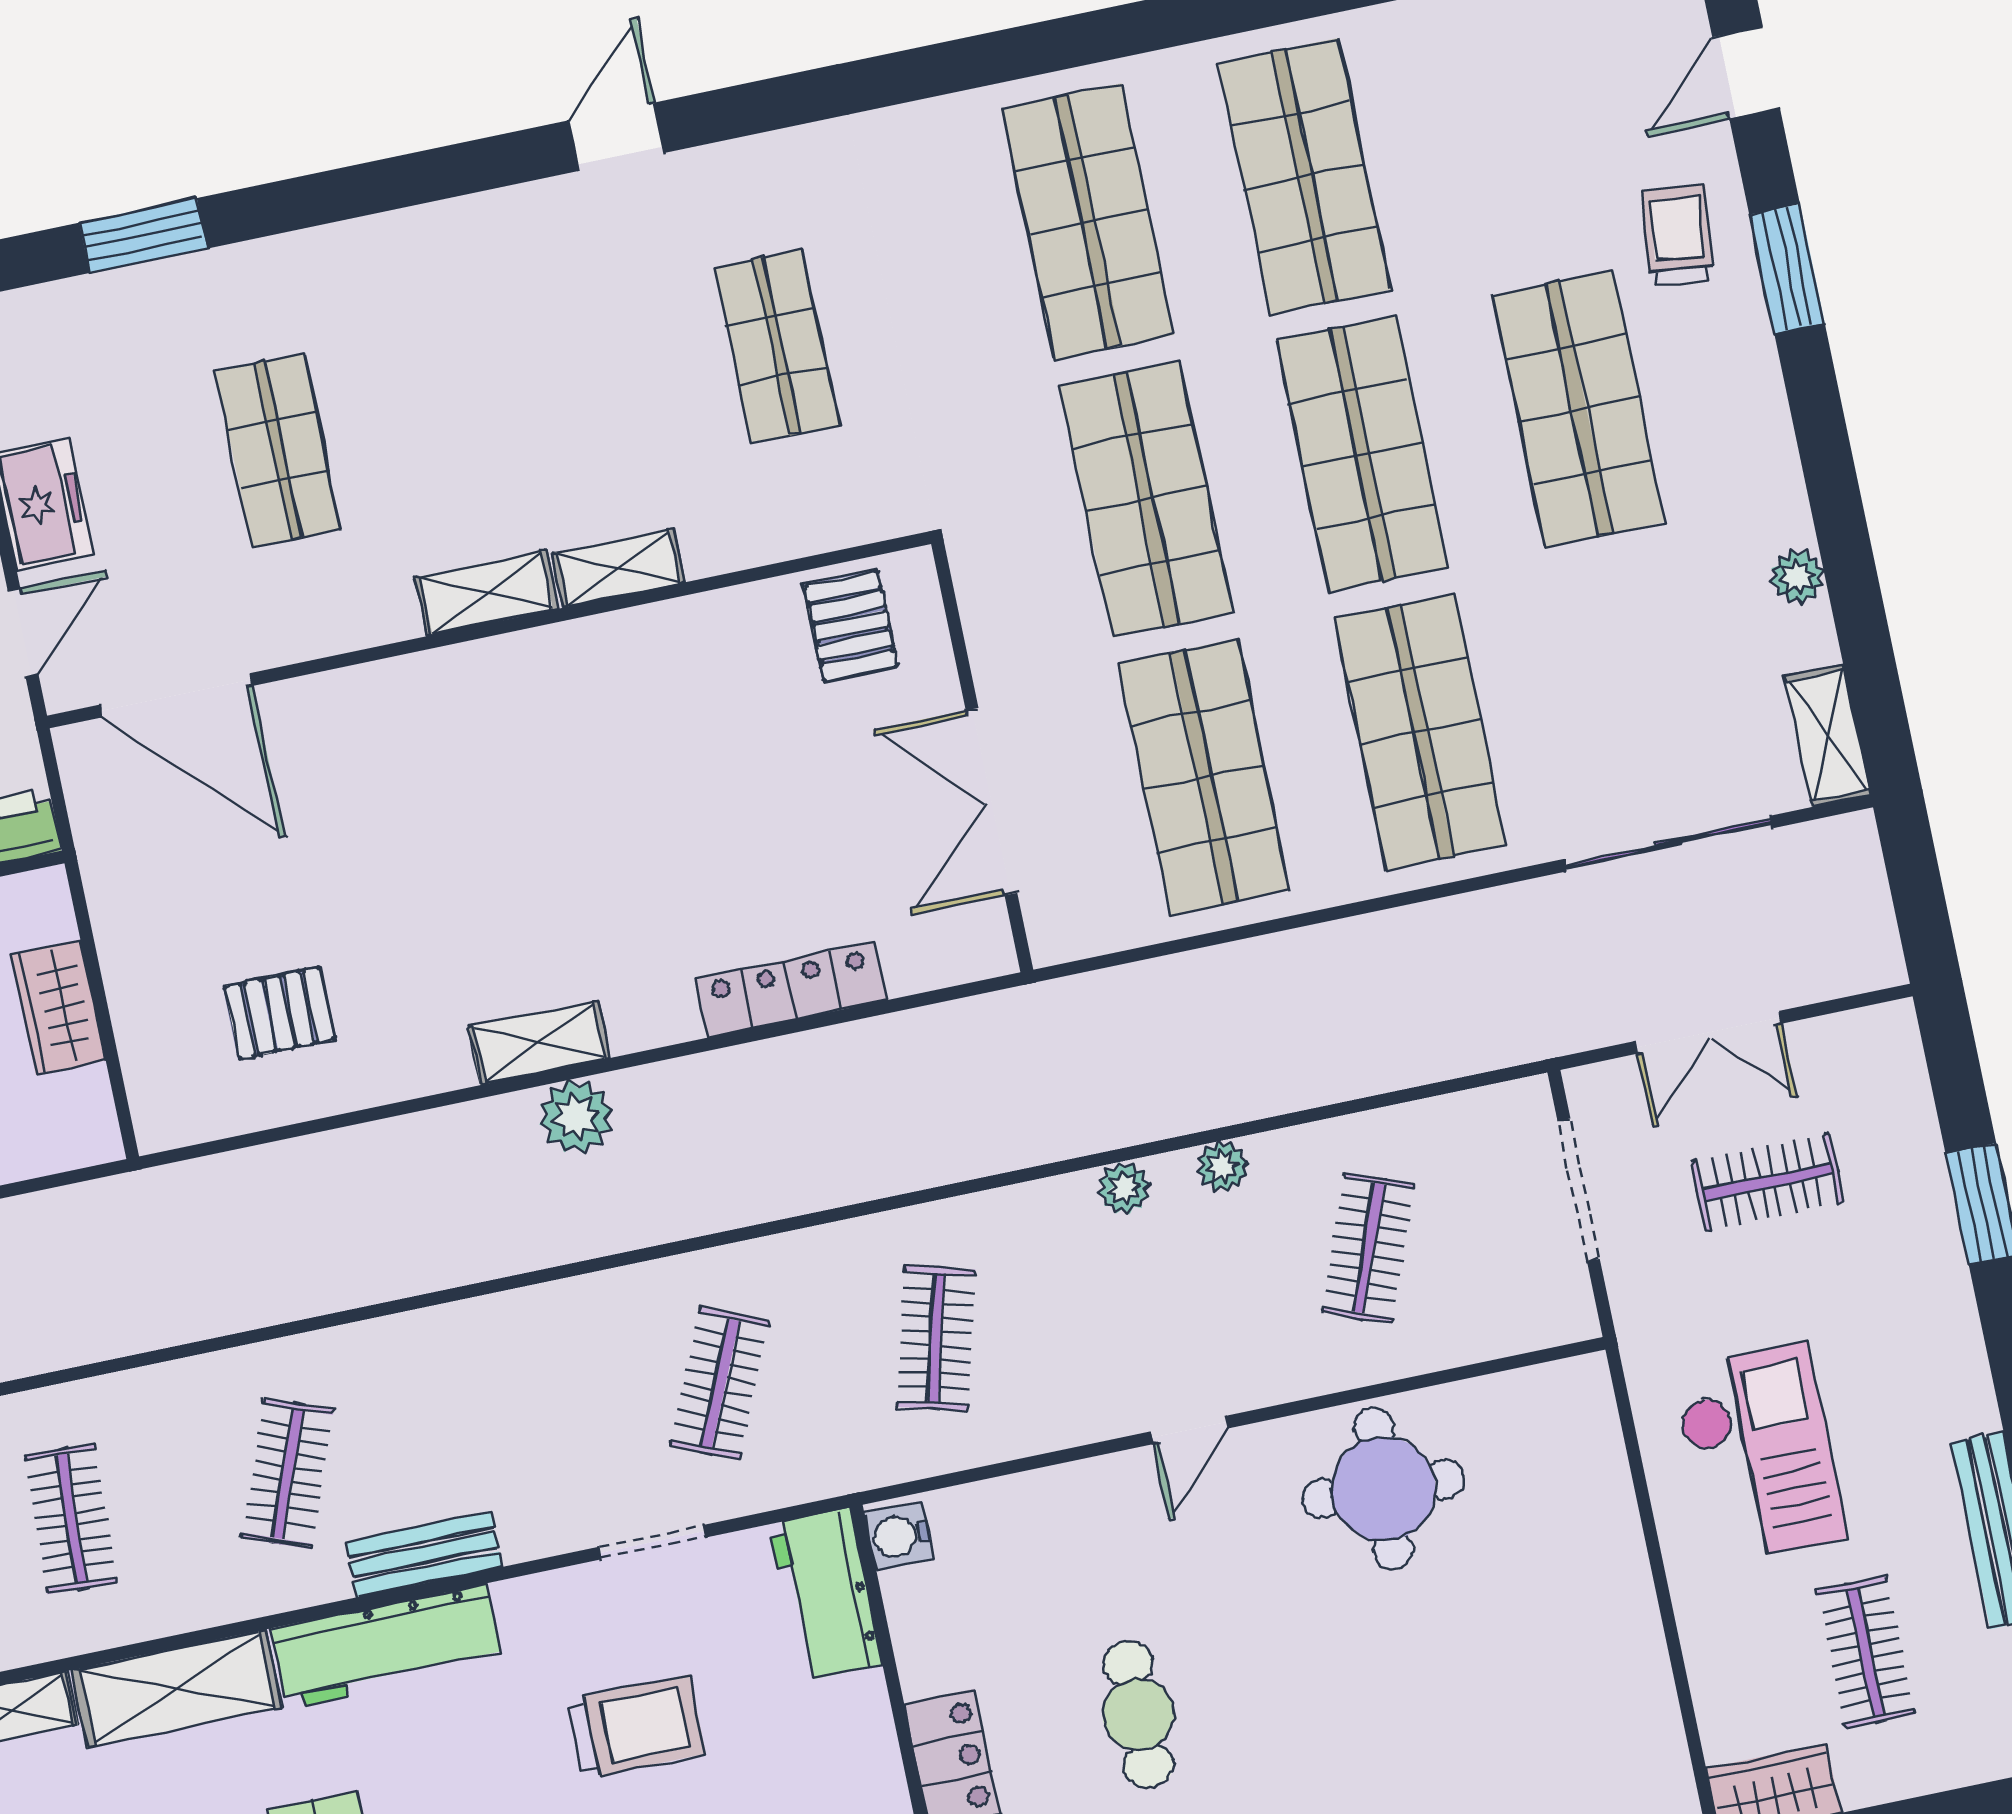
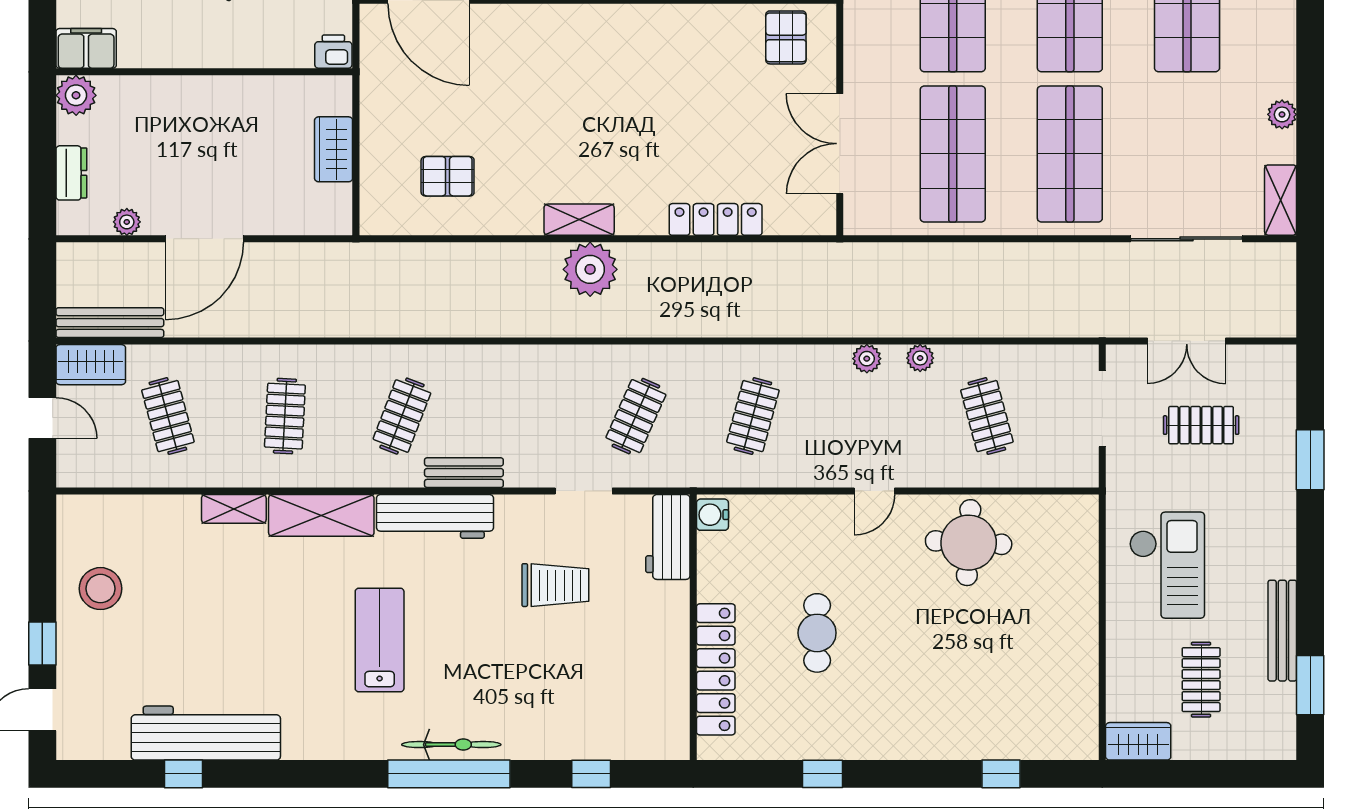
plant: (576, 1117) -> (590, 269), width x1.36, depth x1.36
clothes rail: (1368, 1248) -> (987, 416), turned -36

